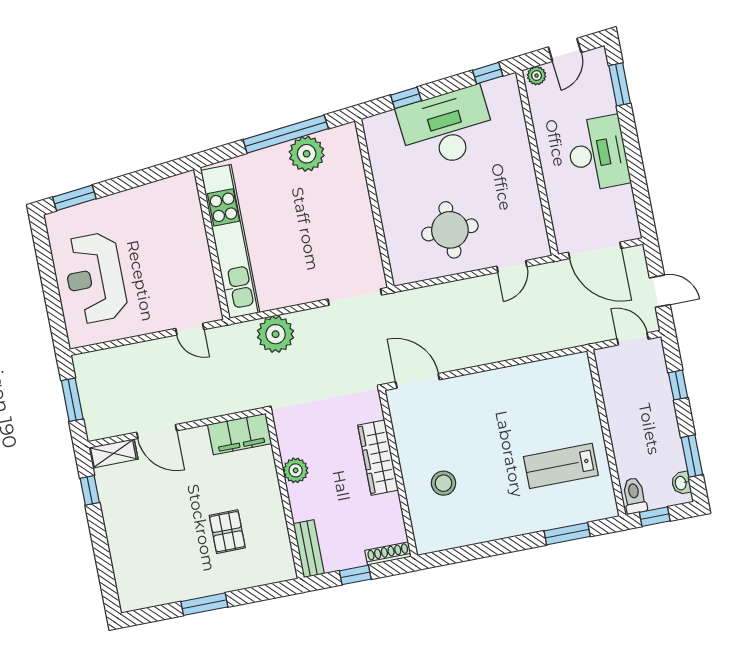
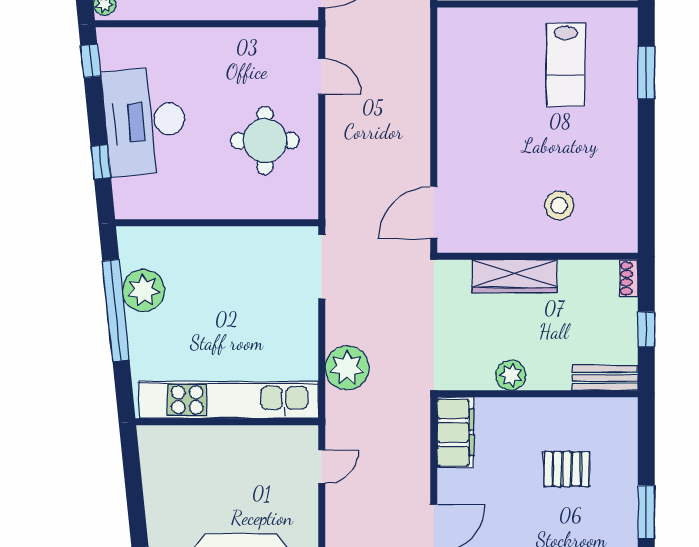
shoe rack: (388, 554) -> (629, 278), width x0.70

